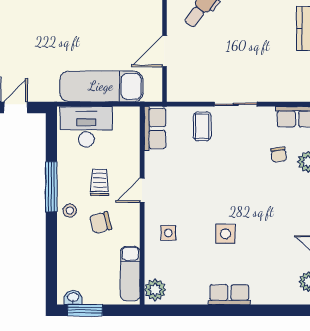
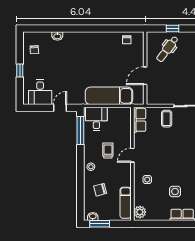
desk: (86, 127) -> (96, 119), width x0.73
window: (51, 187) -> (80, 131), moved
chair: (101, 223) -> (100, 190), moved
side table: (225, 234) -> (175, 191), moved

